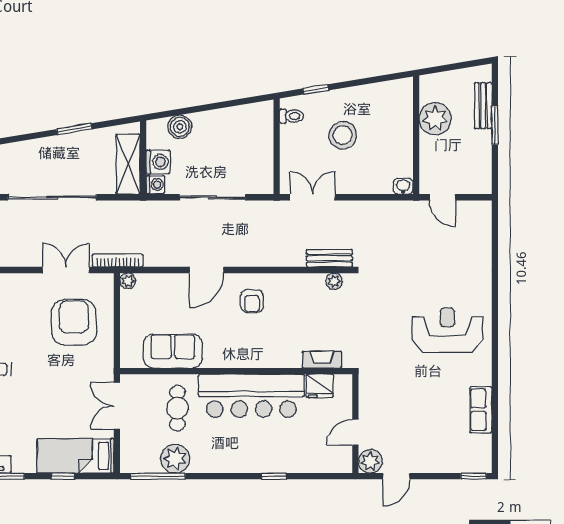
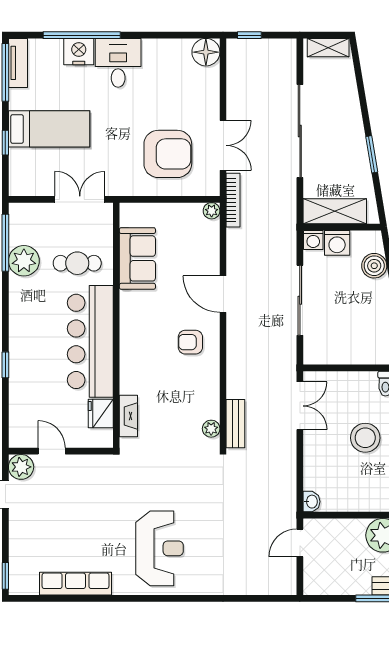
row of seats: (481, 410) -> (76, 584), width x1.48
bed: (75, 456) -> (49, 129), moved, turned 90

